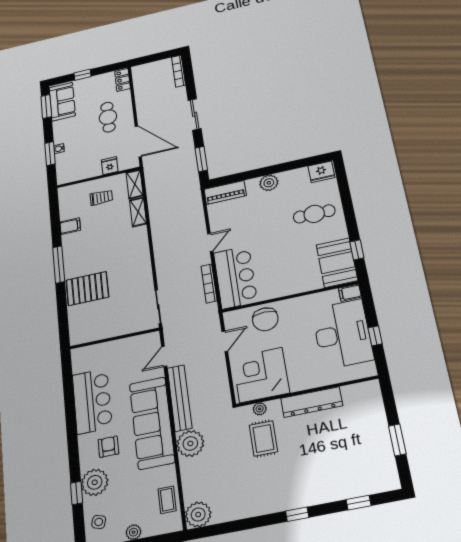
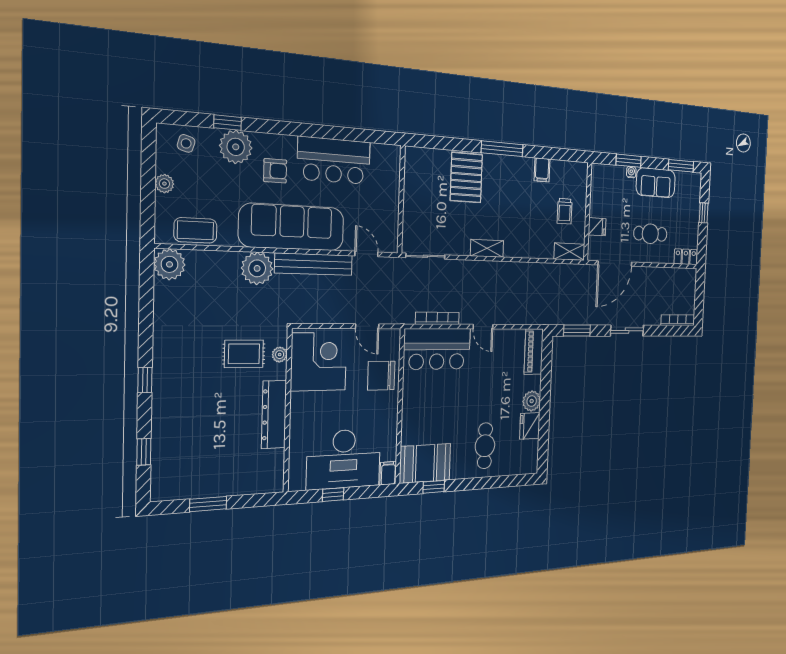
sofa: (62, 102) -> (656, 183), moved
fridge: (321, 172) -> (530, 426), moved
shelving: (138, 212) -> (487, 248), moved
coffee table: (167, 500) -> (195, 230), width x1.36, depth x1.30

